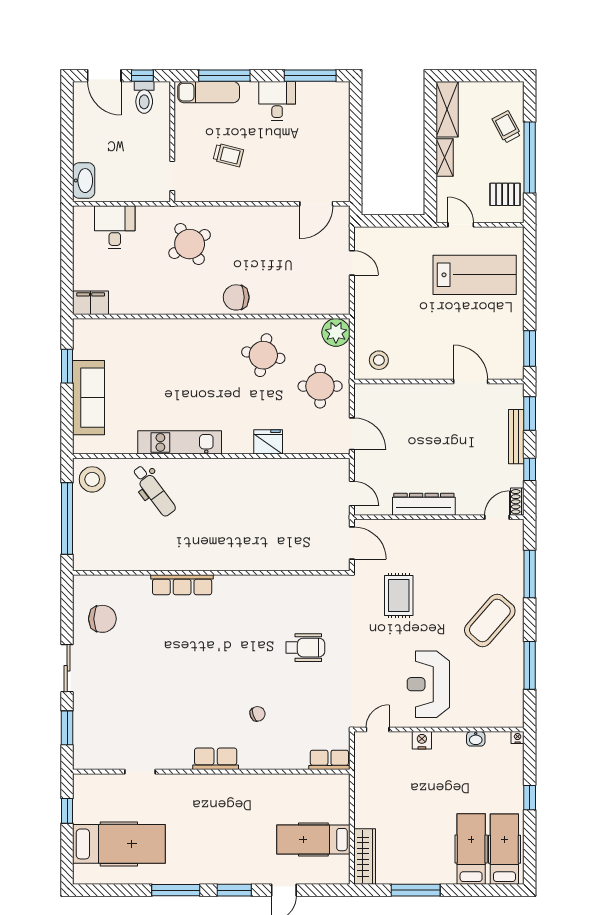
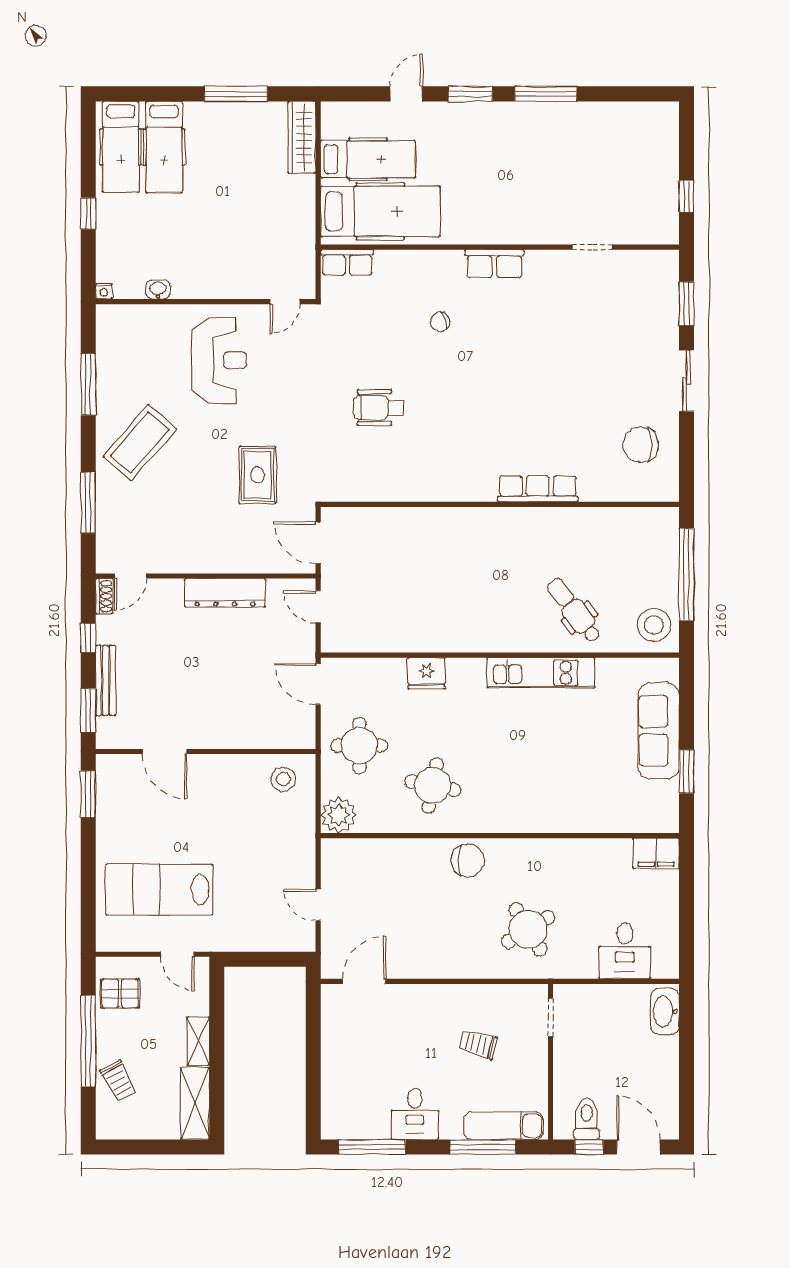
nightstand: (422, 740) -> (228, 288), removed
hospital bed: (119, 844) -> (380, 211), moved, turned 180

